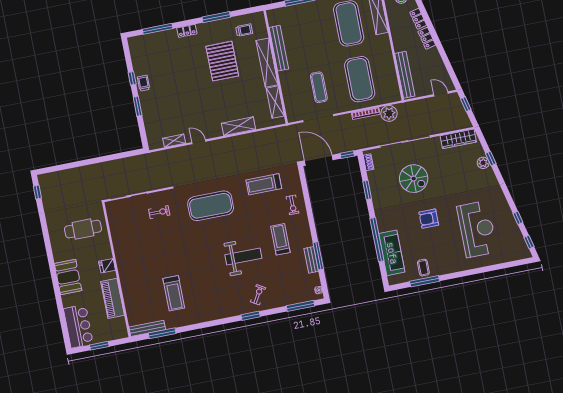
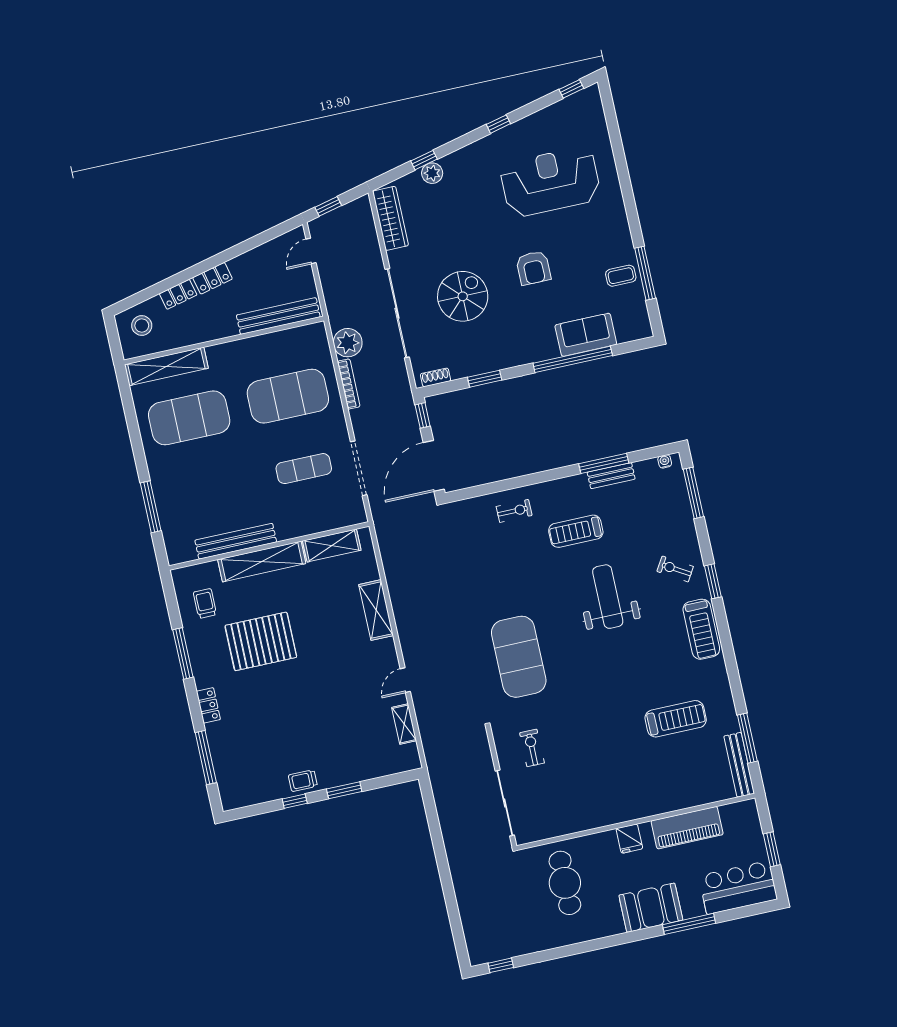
treadmill: (264, 184) -> (701, 629), moved
window: (518, 218) -> (498, 124), moved
sofa: (392, 253) -> (586, 335), width x0.73
window: (58, 298) -> (689, 924), added

